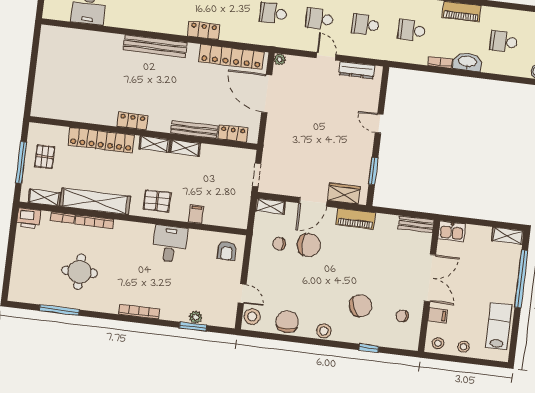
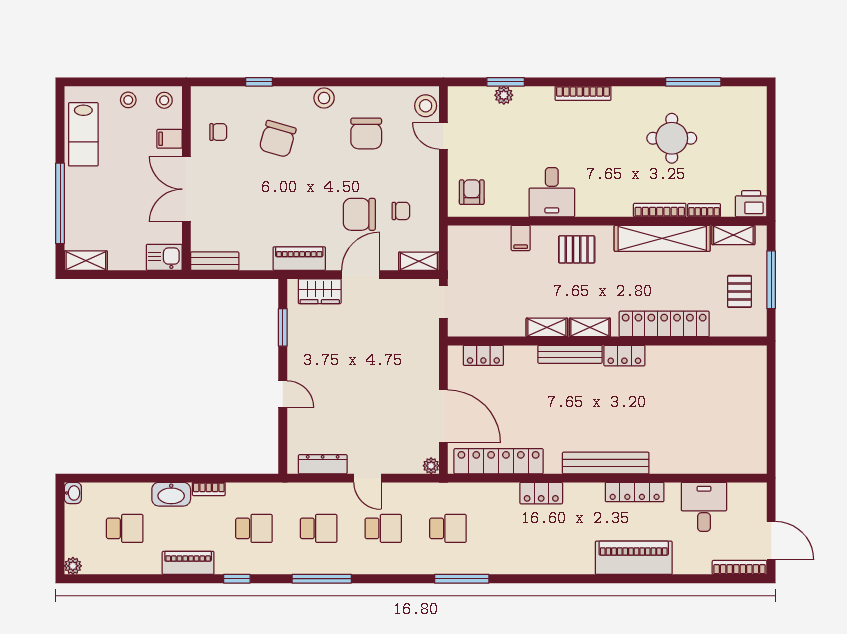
locker: (137, 23) -> (635, 492), added
bench: (194, 130) -> (570, 354), moved
chair: (361, 306) -> (278, 139), turned -51
chair: (287, 322) -> (366, 133), moved

